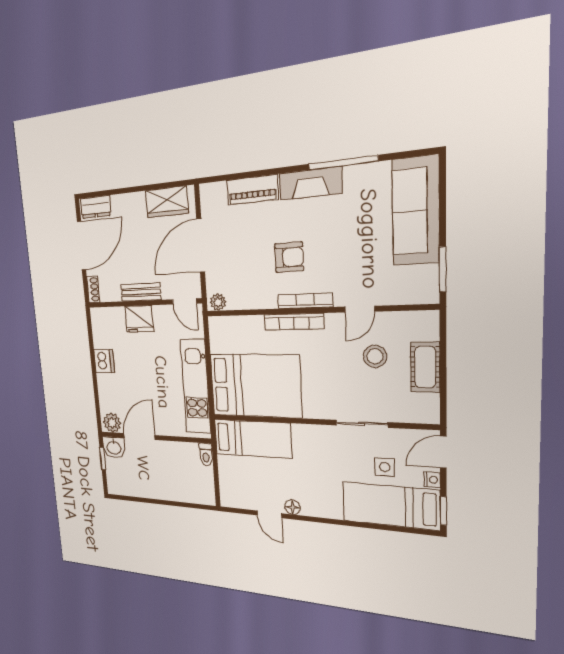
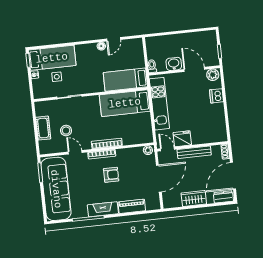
wardrobe: (167, 202) -> (194, 199), moved
sofa: (416, 211) -> (56, 189), width x1.36, depth x1.27
armchair: (289, 257) -> (111, 175), turned 180
bench: (141, 292) -> (194, 152), width x1.36
door: (360, 309) -> (75, 152), hinge flipped
fridge: (139, 319) -> (182, 139), moved
dishwasher: (104, 361) -> (217, 96), moved
bed: (255, 386) -> (125, 103), width x0.67
door: (139, 436) -> (194, 69), swing flipped
washbasin: (114, 447) -> (174, 64), moved
door: (443, 452) -> (31, 89), removed
door: (269, 514) -> (114, 39), swing flipped

